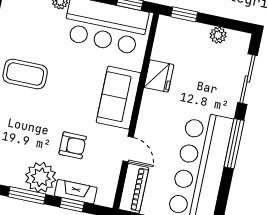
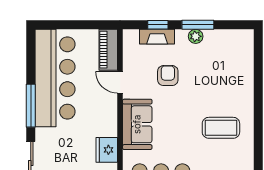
armchair: (73, 145) -> (168, 76), turned 90
plant: (41, 177) -> (196, 36), width x0.53, depth x0.53

